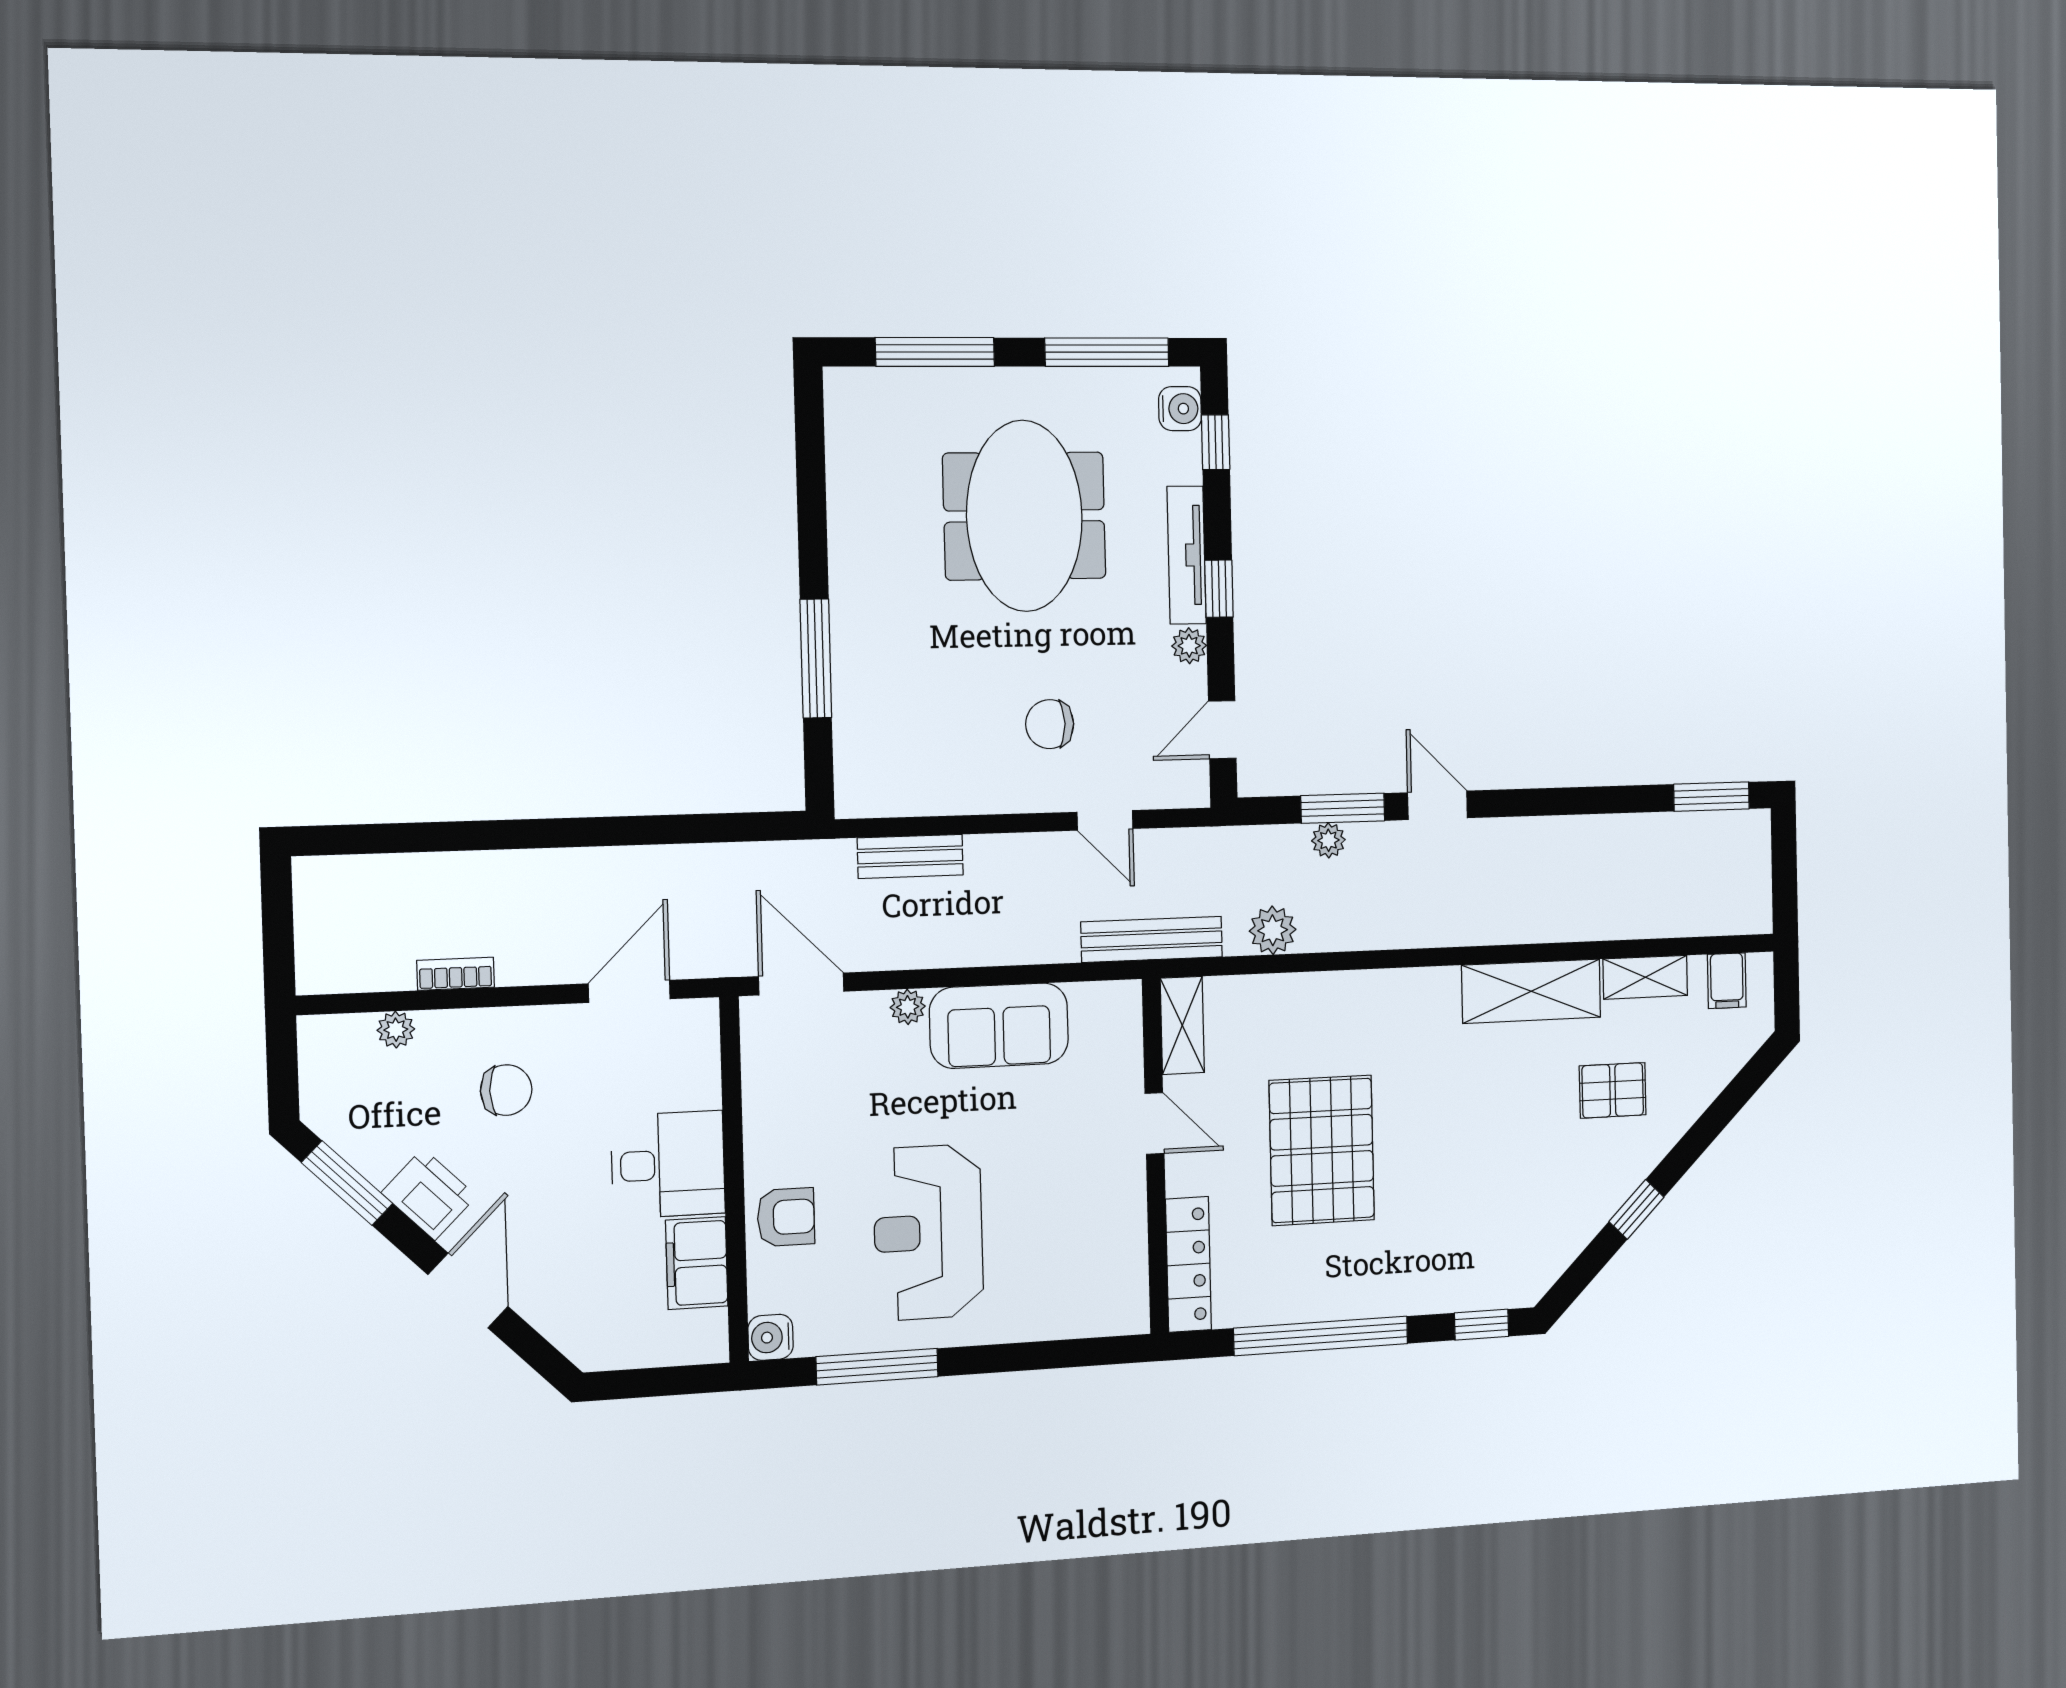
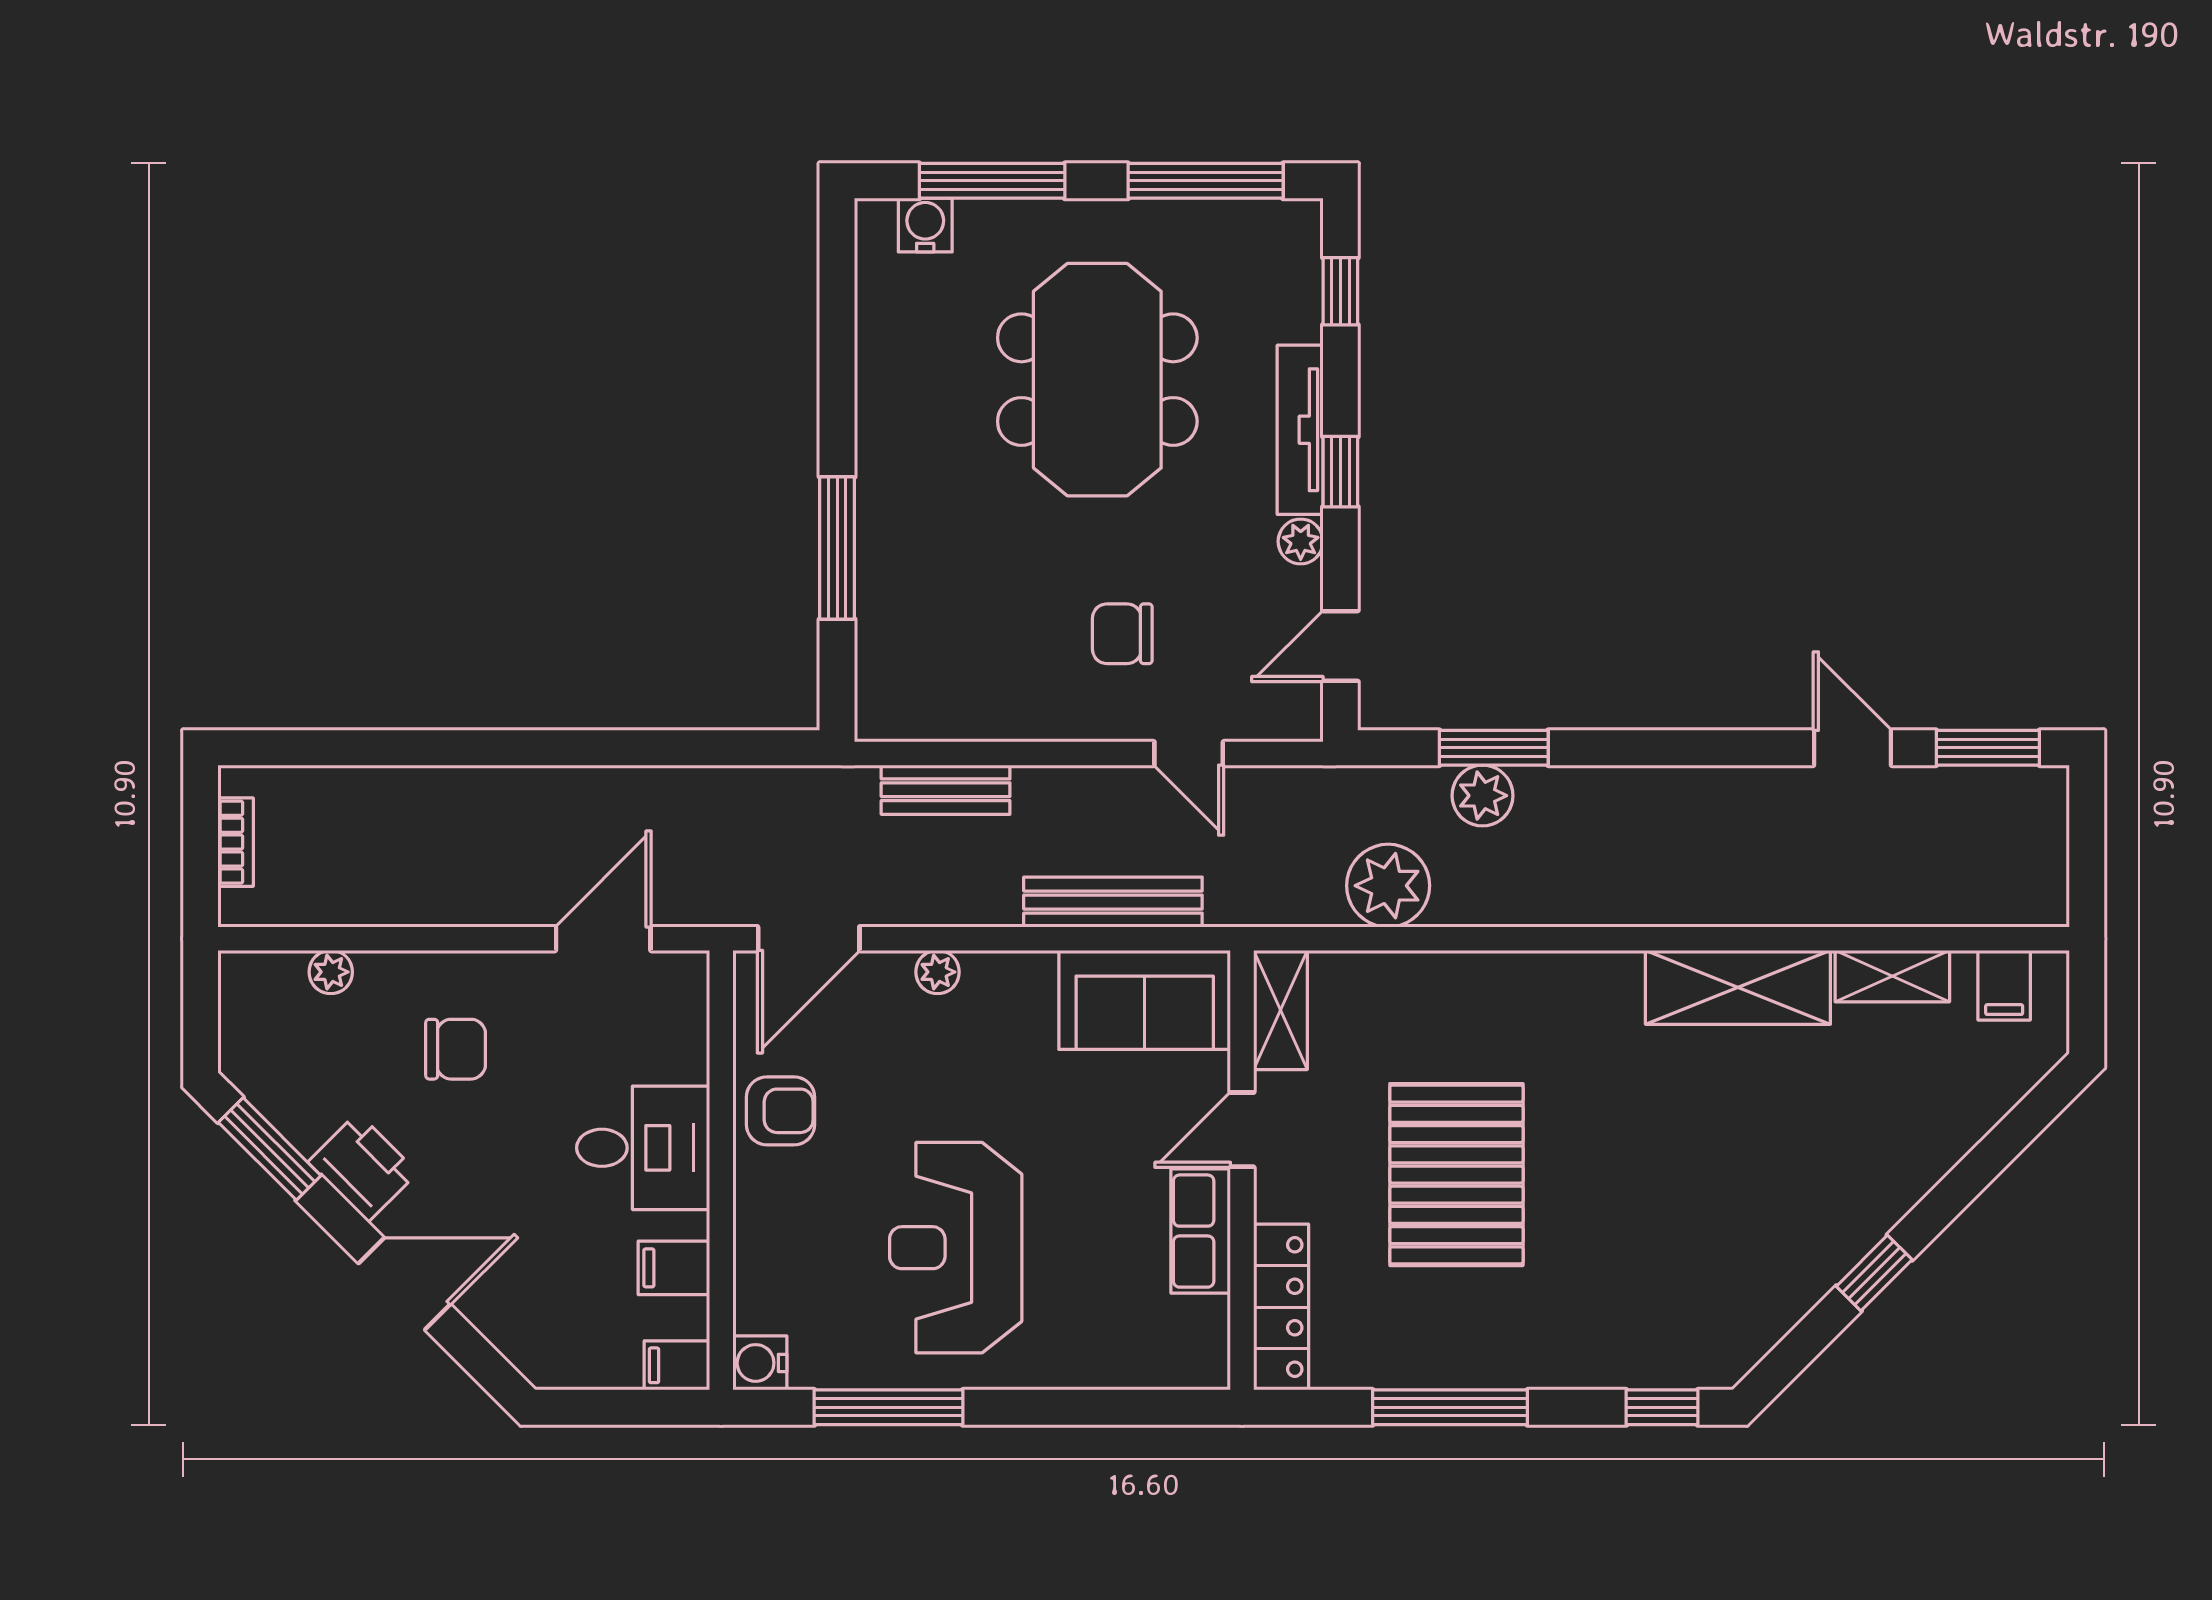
water cooler: (1180, 409) -> (925, 225), moved, turned -90
door: (1438, 805) -> (1852, 748), moved
plant: (1328, 840) -> (1482, 796), width x1.38, depth x1.38
plant: (1273, 930) -> (1388, 886), width x1.36, depth x1.36
bench: (1152, 939) -> (1113, 902), moved
bookcase: (456, 974) -> (236, 842), moved, turned 90
door: (801, 984) -> (809, 939), swing flipped
sofa: (999, 1026) -> (1145, 1000), moved
pallet: (1613, 1090) -> (1845, 1119), removed
door: (1154, 1123) -> (1242, 1130), swing flipped
row of seats: (1124, 1207) -> (1201, 1231), added
armchair: (786, 1217) -> (780, 1111), moved
filing cabinet: (697, 1263) -> (674, 1268), width x0.50
door: (468, 1291) -> (405, 1284), hinge flipped
window: (1321, 1336) -> (1450, 1407), width x0.68
filing cabinet: (702, 1344) -> (677, 1365), added

